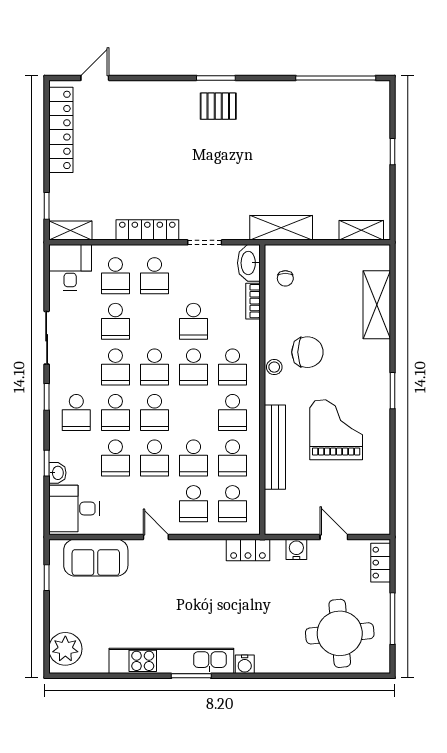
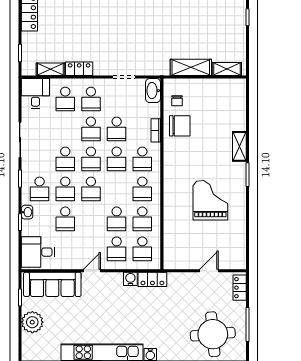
shelving: (281, 228) -> (191, 67), moved
locker: (147, 230) -> (79, 69), width x0.66
shelving: (70, 231) -> (50, 69), moved
bookcase: (253, 301) -> (156, 130), moved
shelving: (377, 305) -> (239, 146), moved, width x0.67, depth x0.75
school desk: (115, 321) -> (91, 129), moved
chair: (307, 352) -> (180, 126), moved
stool: (274, 367) -> (170, 159), removed
bench: (275, 447) -> (170, 212), removed
school desk: (154, 458) -> (91, 219), removed
washbasin: (57, 473) -> (27, 212), moved
door: (156, 537) -> (92, 271), hinge flipped
door: (334, 537) -> (209, 271), hinge flipped
water cooler: (296, 549) -> (130, 279), moved
sofa: (96, 558) -> (52, 284), width x1.36
plant: (65, 649) -> (32, 322), moved

